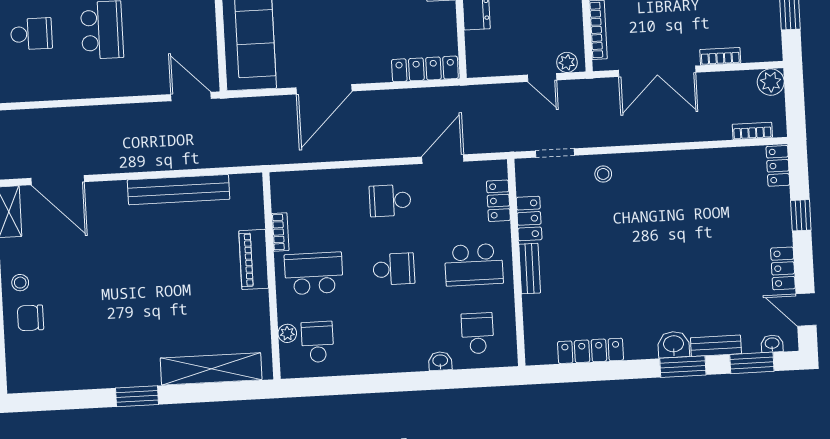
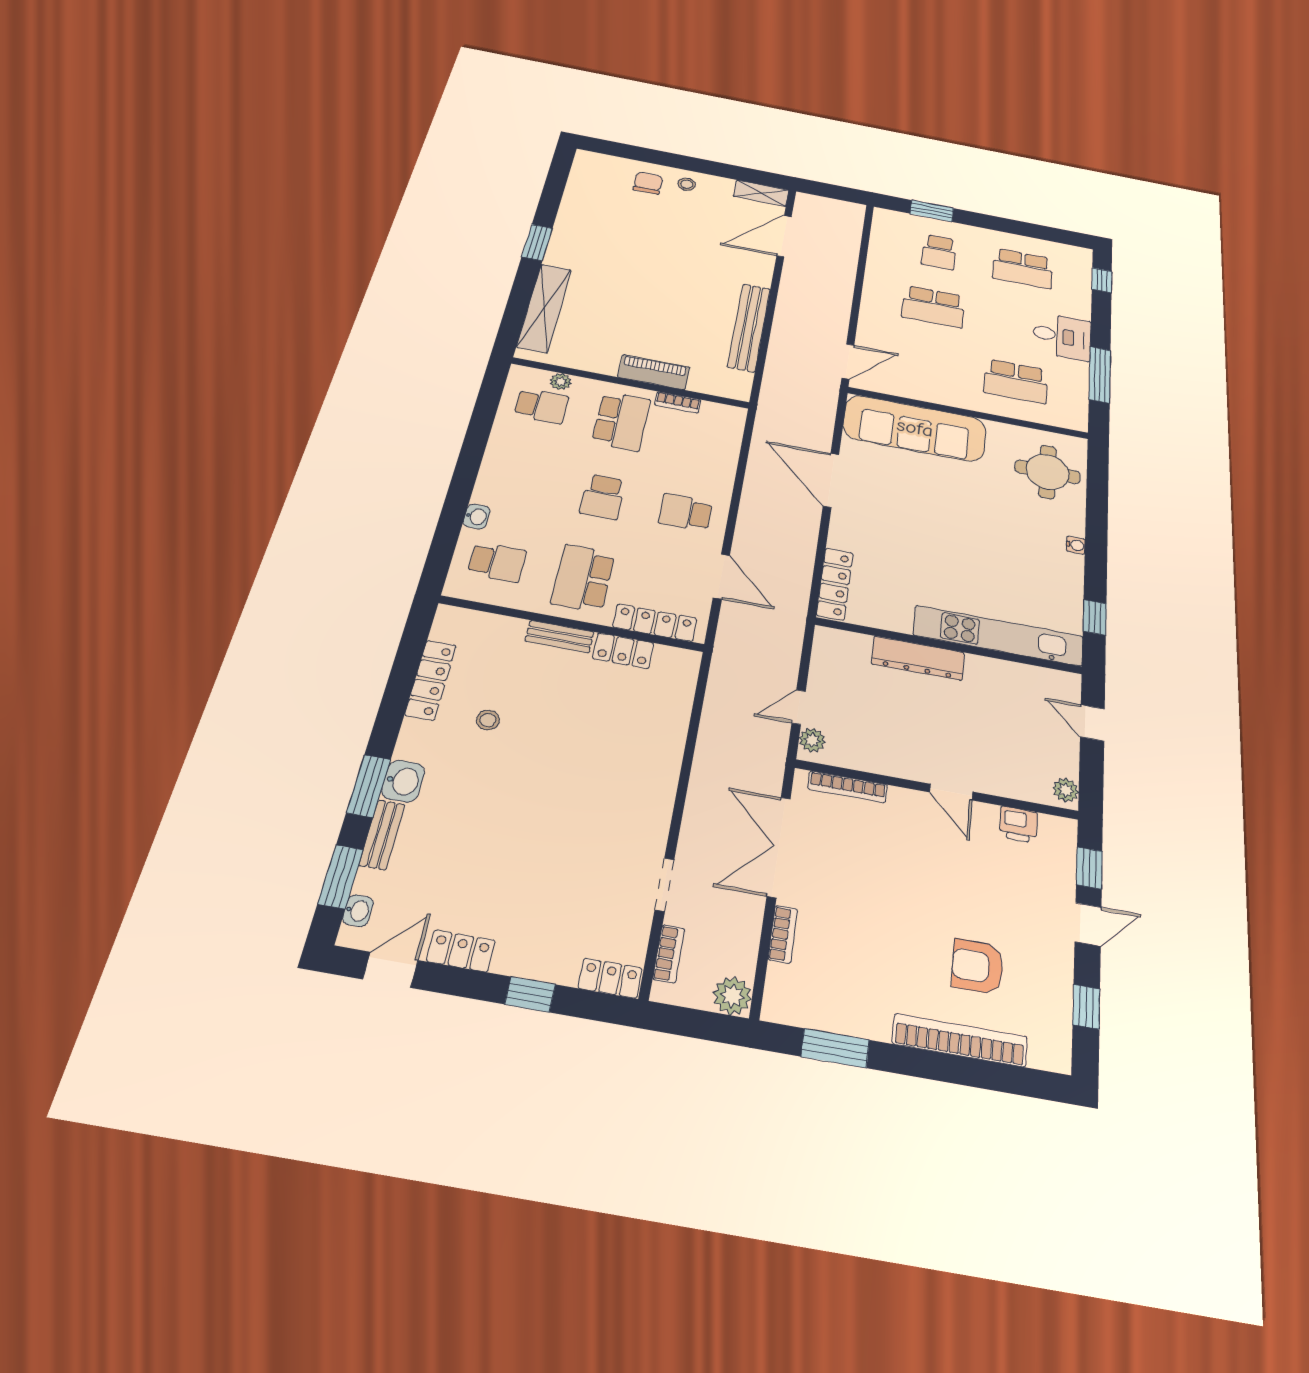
doorway: (555, 153) -> (665, 885), moved
stool: (603, 174) -> (488, 720), moved
school desk: (390, 201) -> (685, 512), turned -90
locker: (498, 201) -> (655, 623), width x1.53

